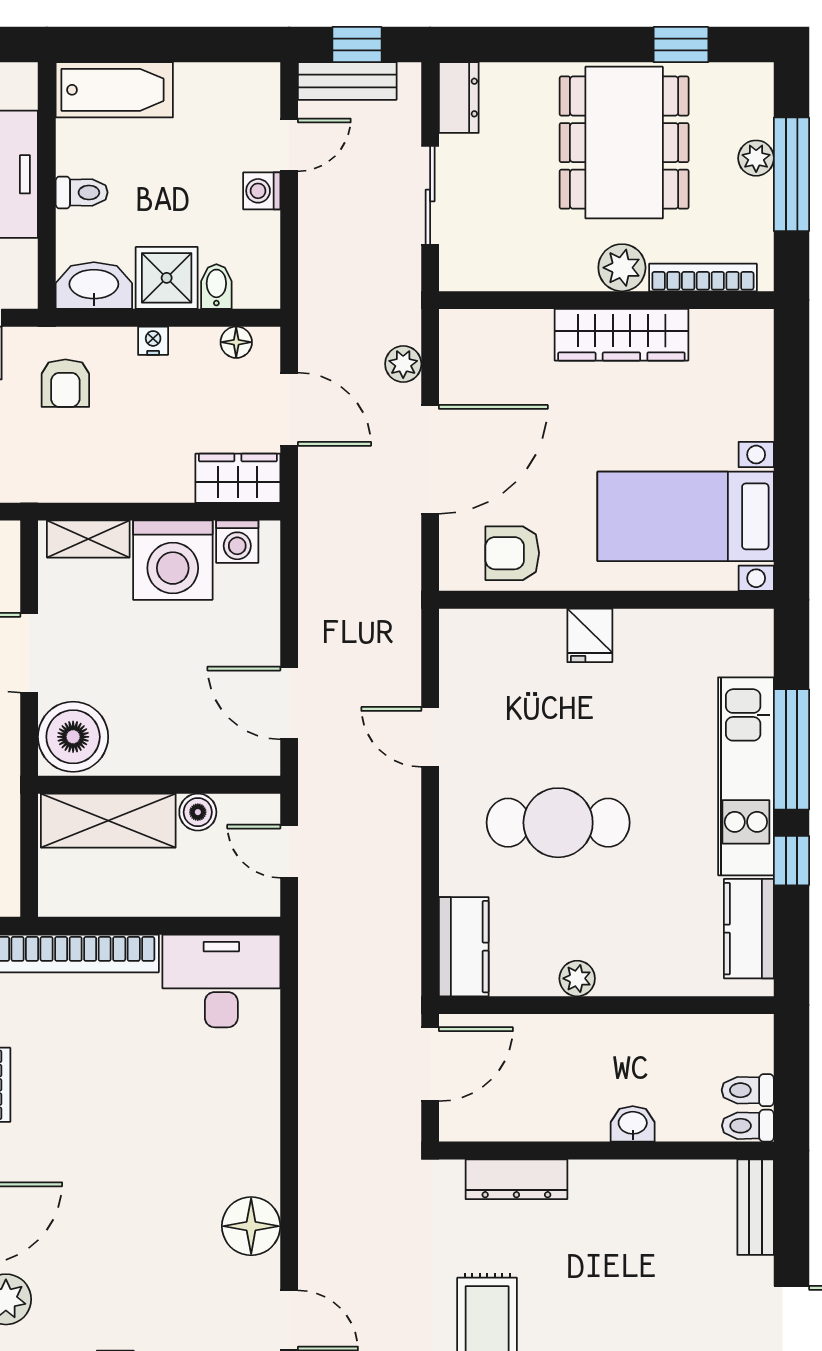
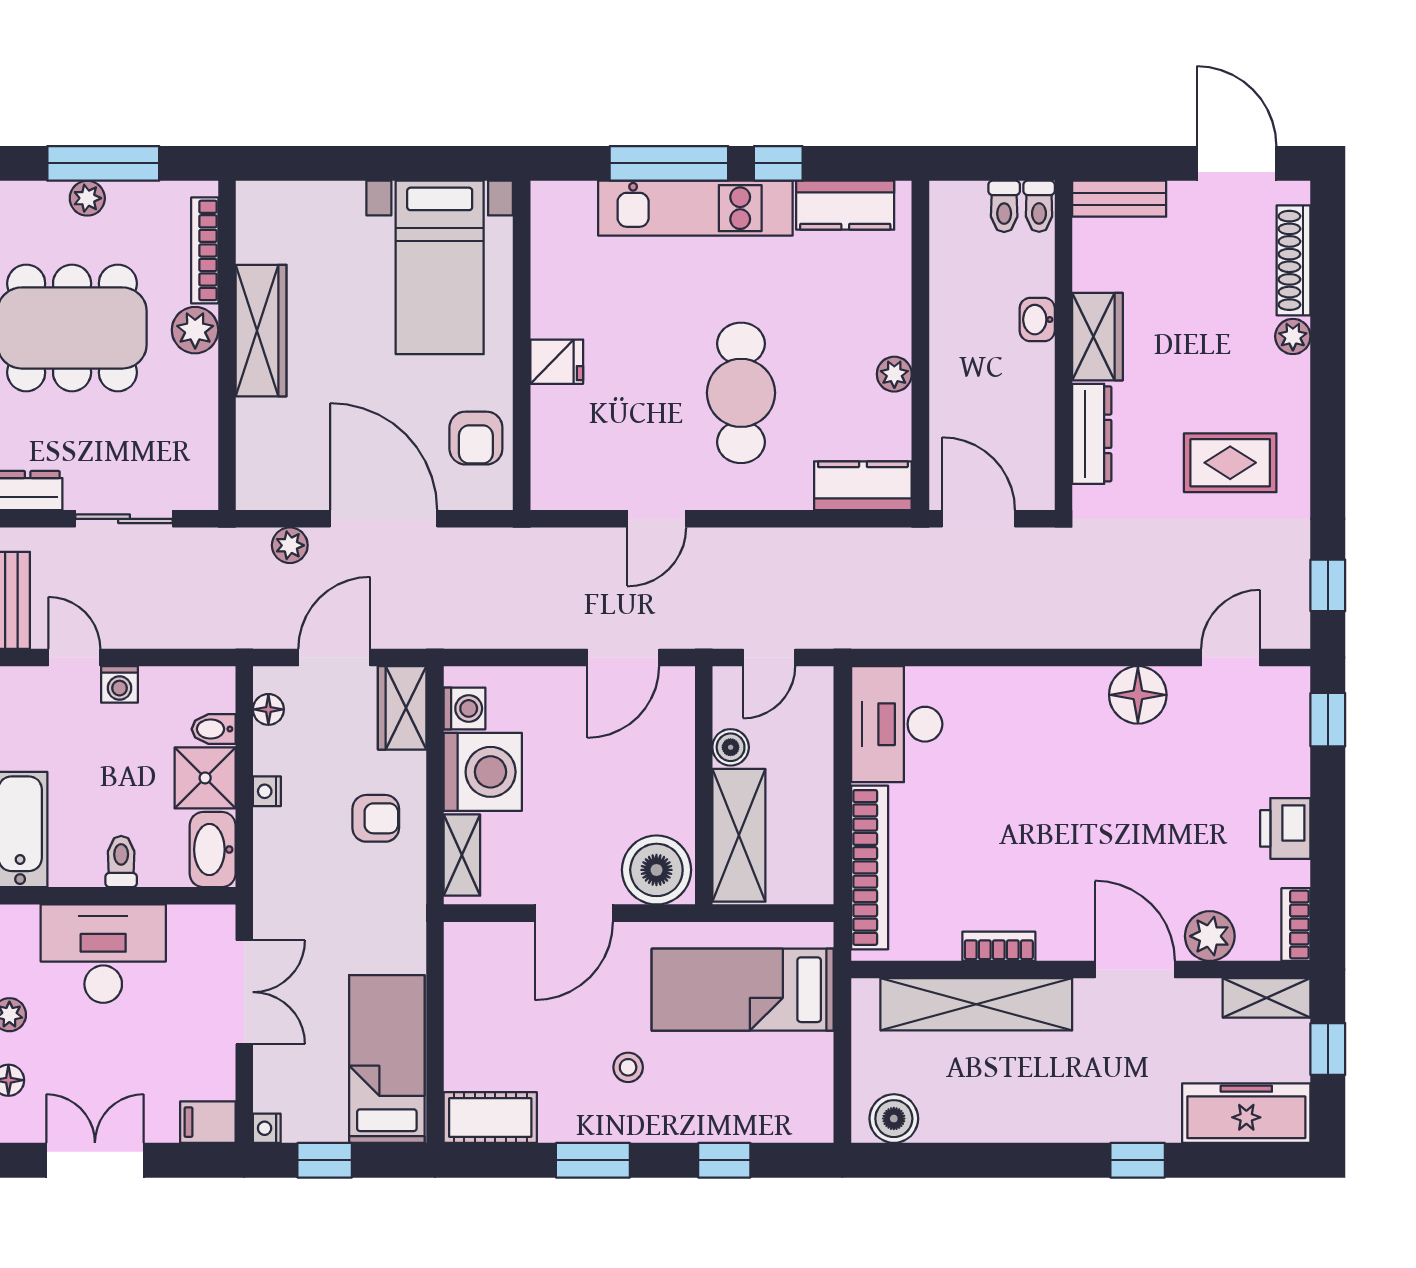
armchair: (65, 383) -> (376, 818), moved
wardrobe: (615, 1185) -> (1097, 337), added

